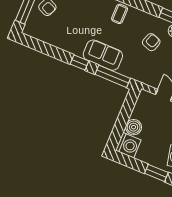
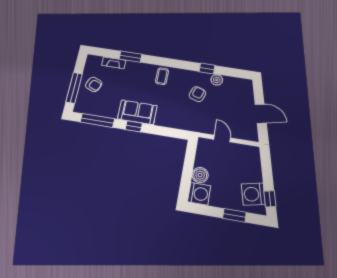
sofa: (103, 55) -> (137, 112), moved
window: (113, 76) -> (97, 120), moved

